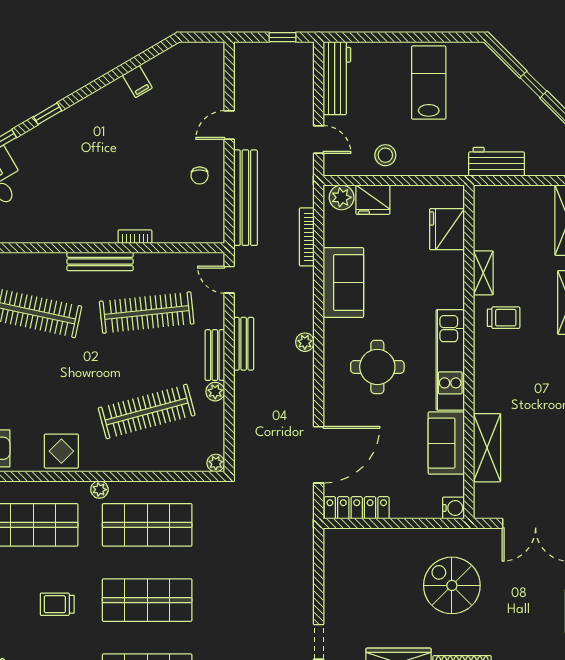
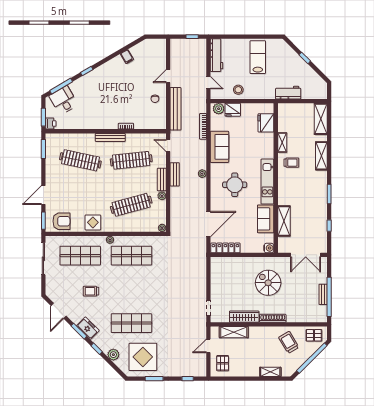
shop shelf: (147, 600) -> (131, 289), removed

